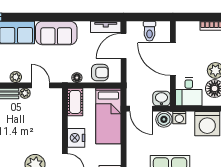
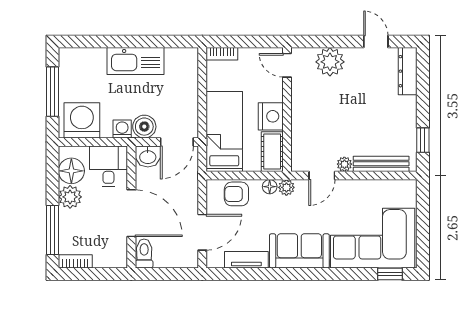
tv unit: (106, 27) -> (246, 260), moved
toilet: (149, 31) -> (144, 254), moved
plant: (16, 77) -> (286, 187), moved
door: (41, 85) -> (322, 176), hinge flipped
door: (141, 109) -> (177, 142), swing flipped
nightstand: (76, 138) -> (271, 116), moved

